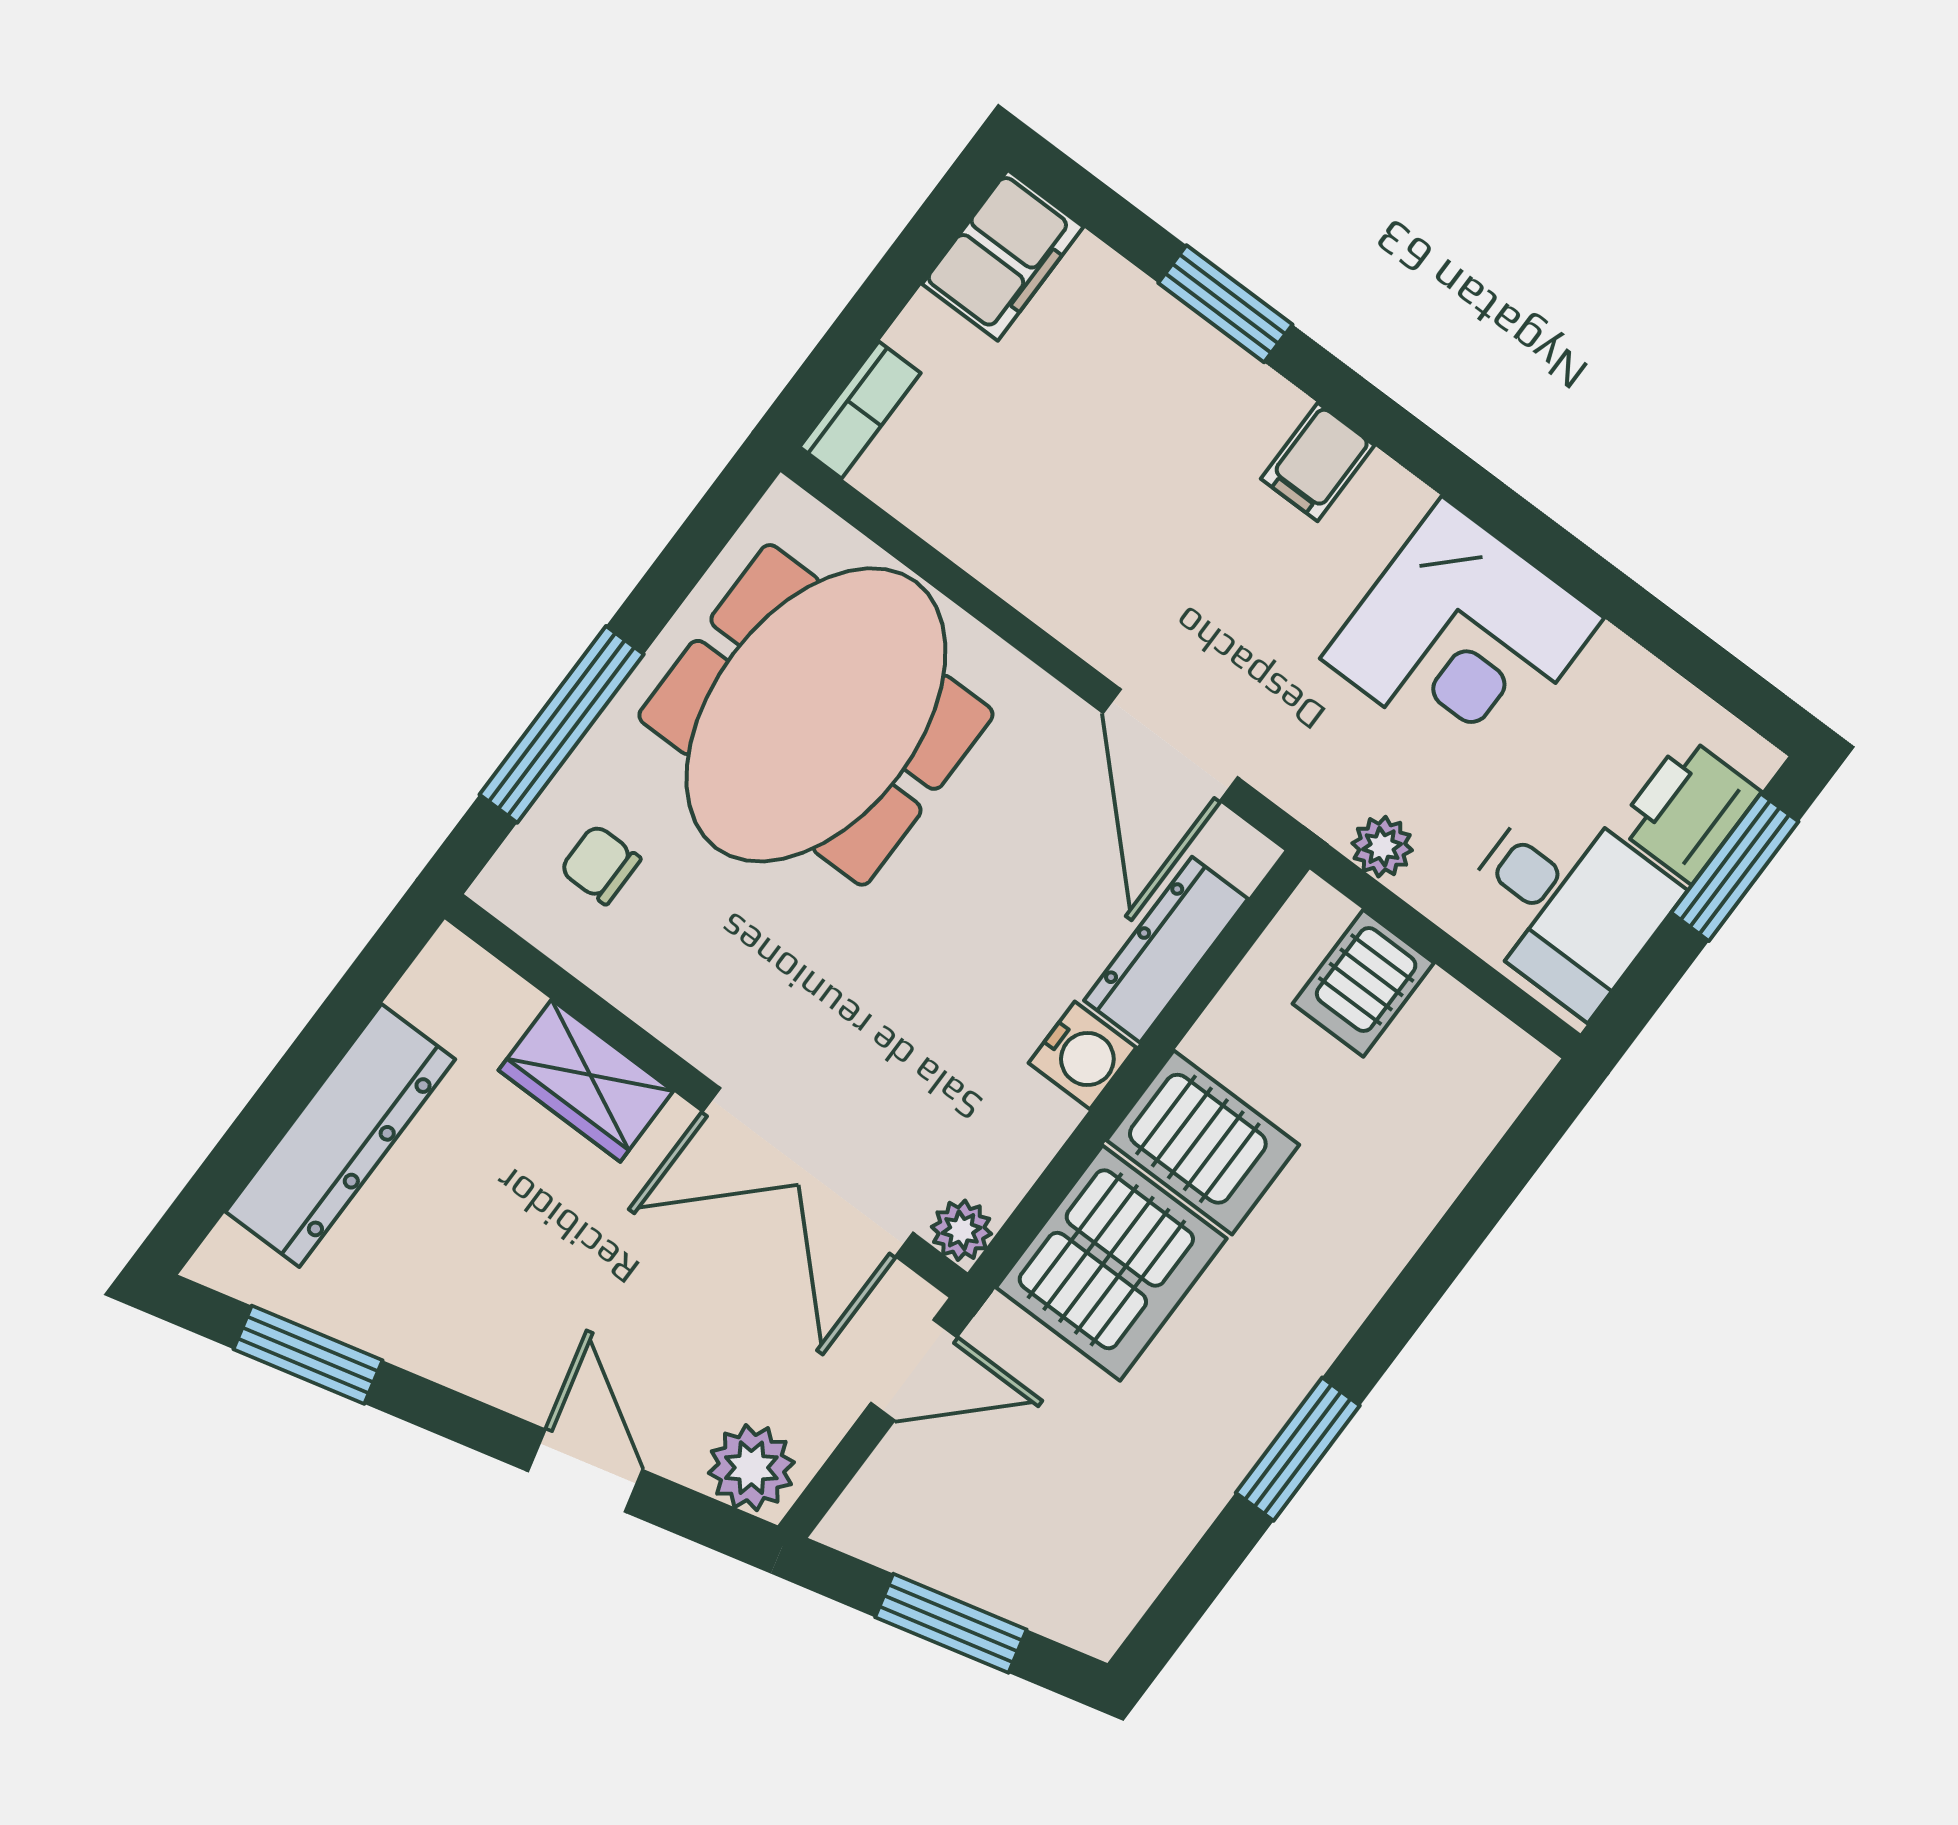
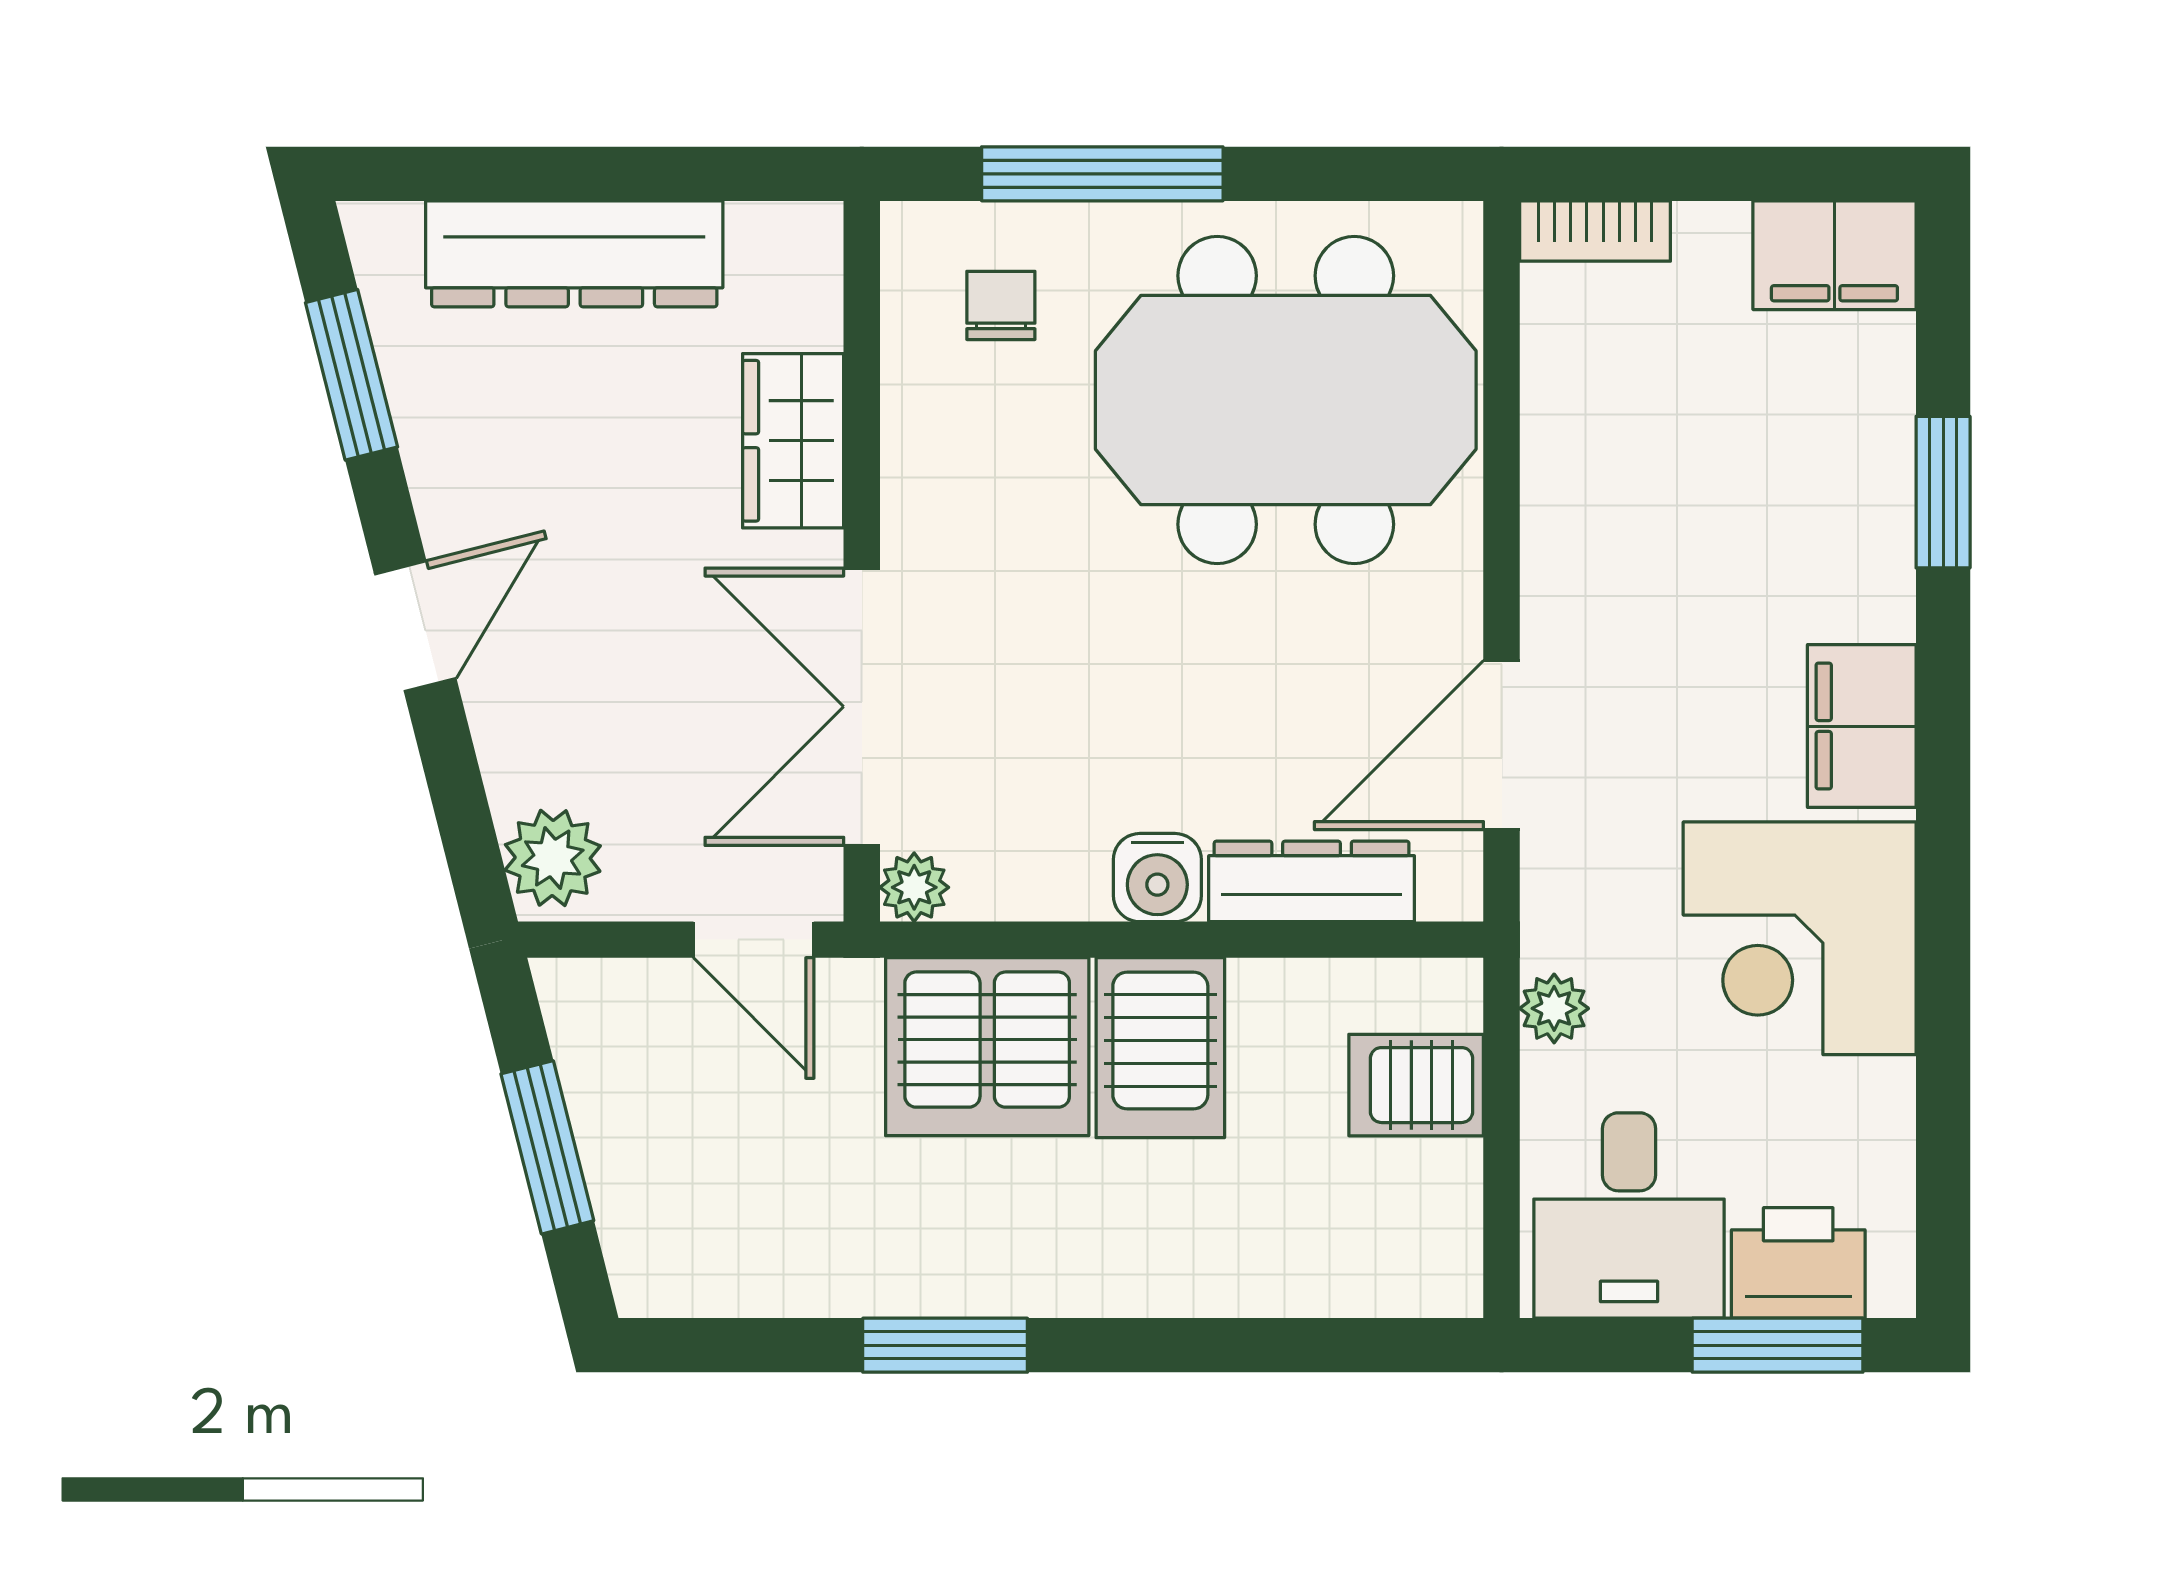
filing cabinet: (1318, 462) -> (1862, 726), width x2.00
door: (585, 1471) -> (415, 626), moved

